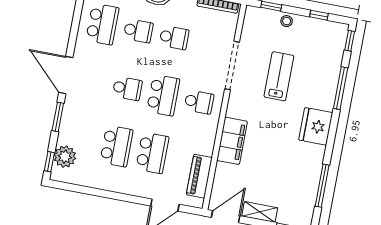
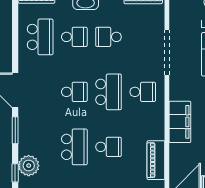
school desk: (174, 38) -> (109, 37), turned 180
school desk: (152, 153) -> (109, 147), width x0.54

